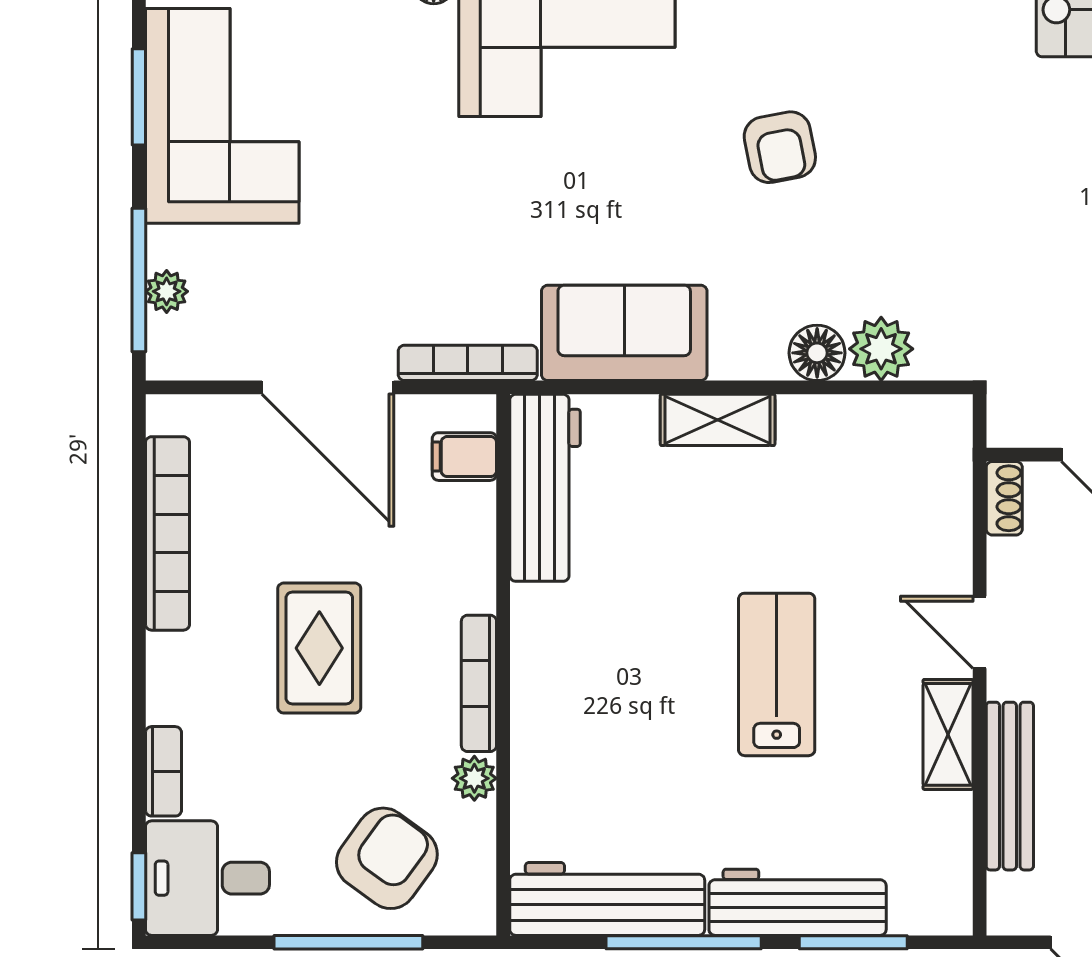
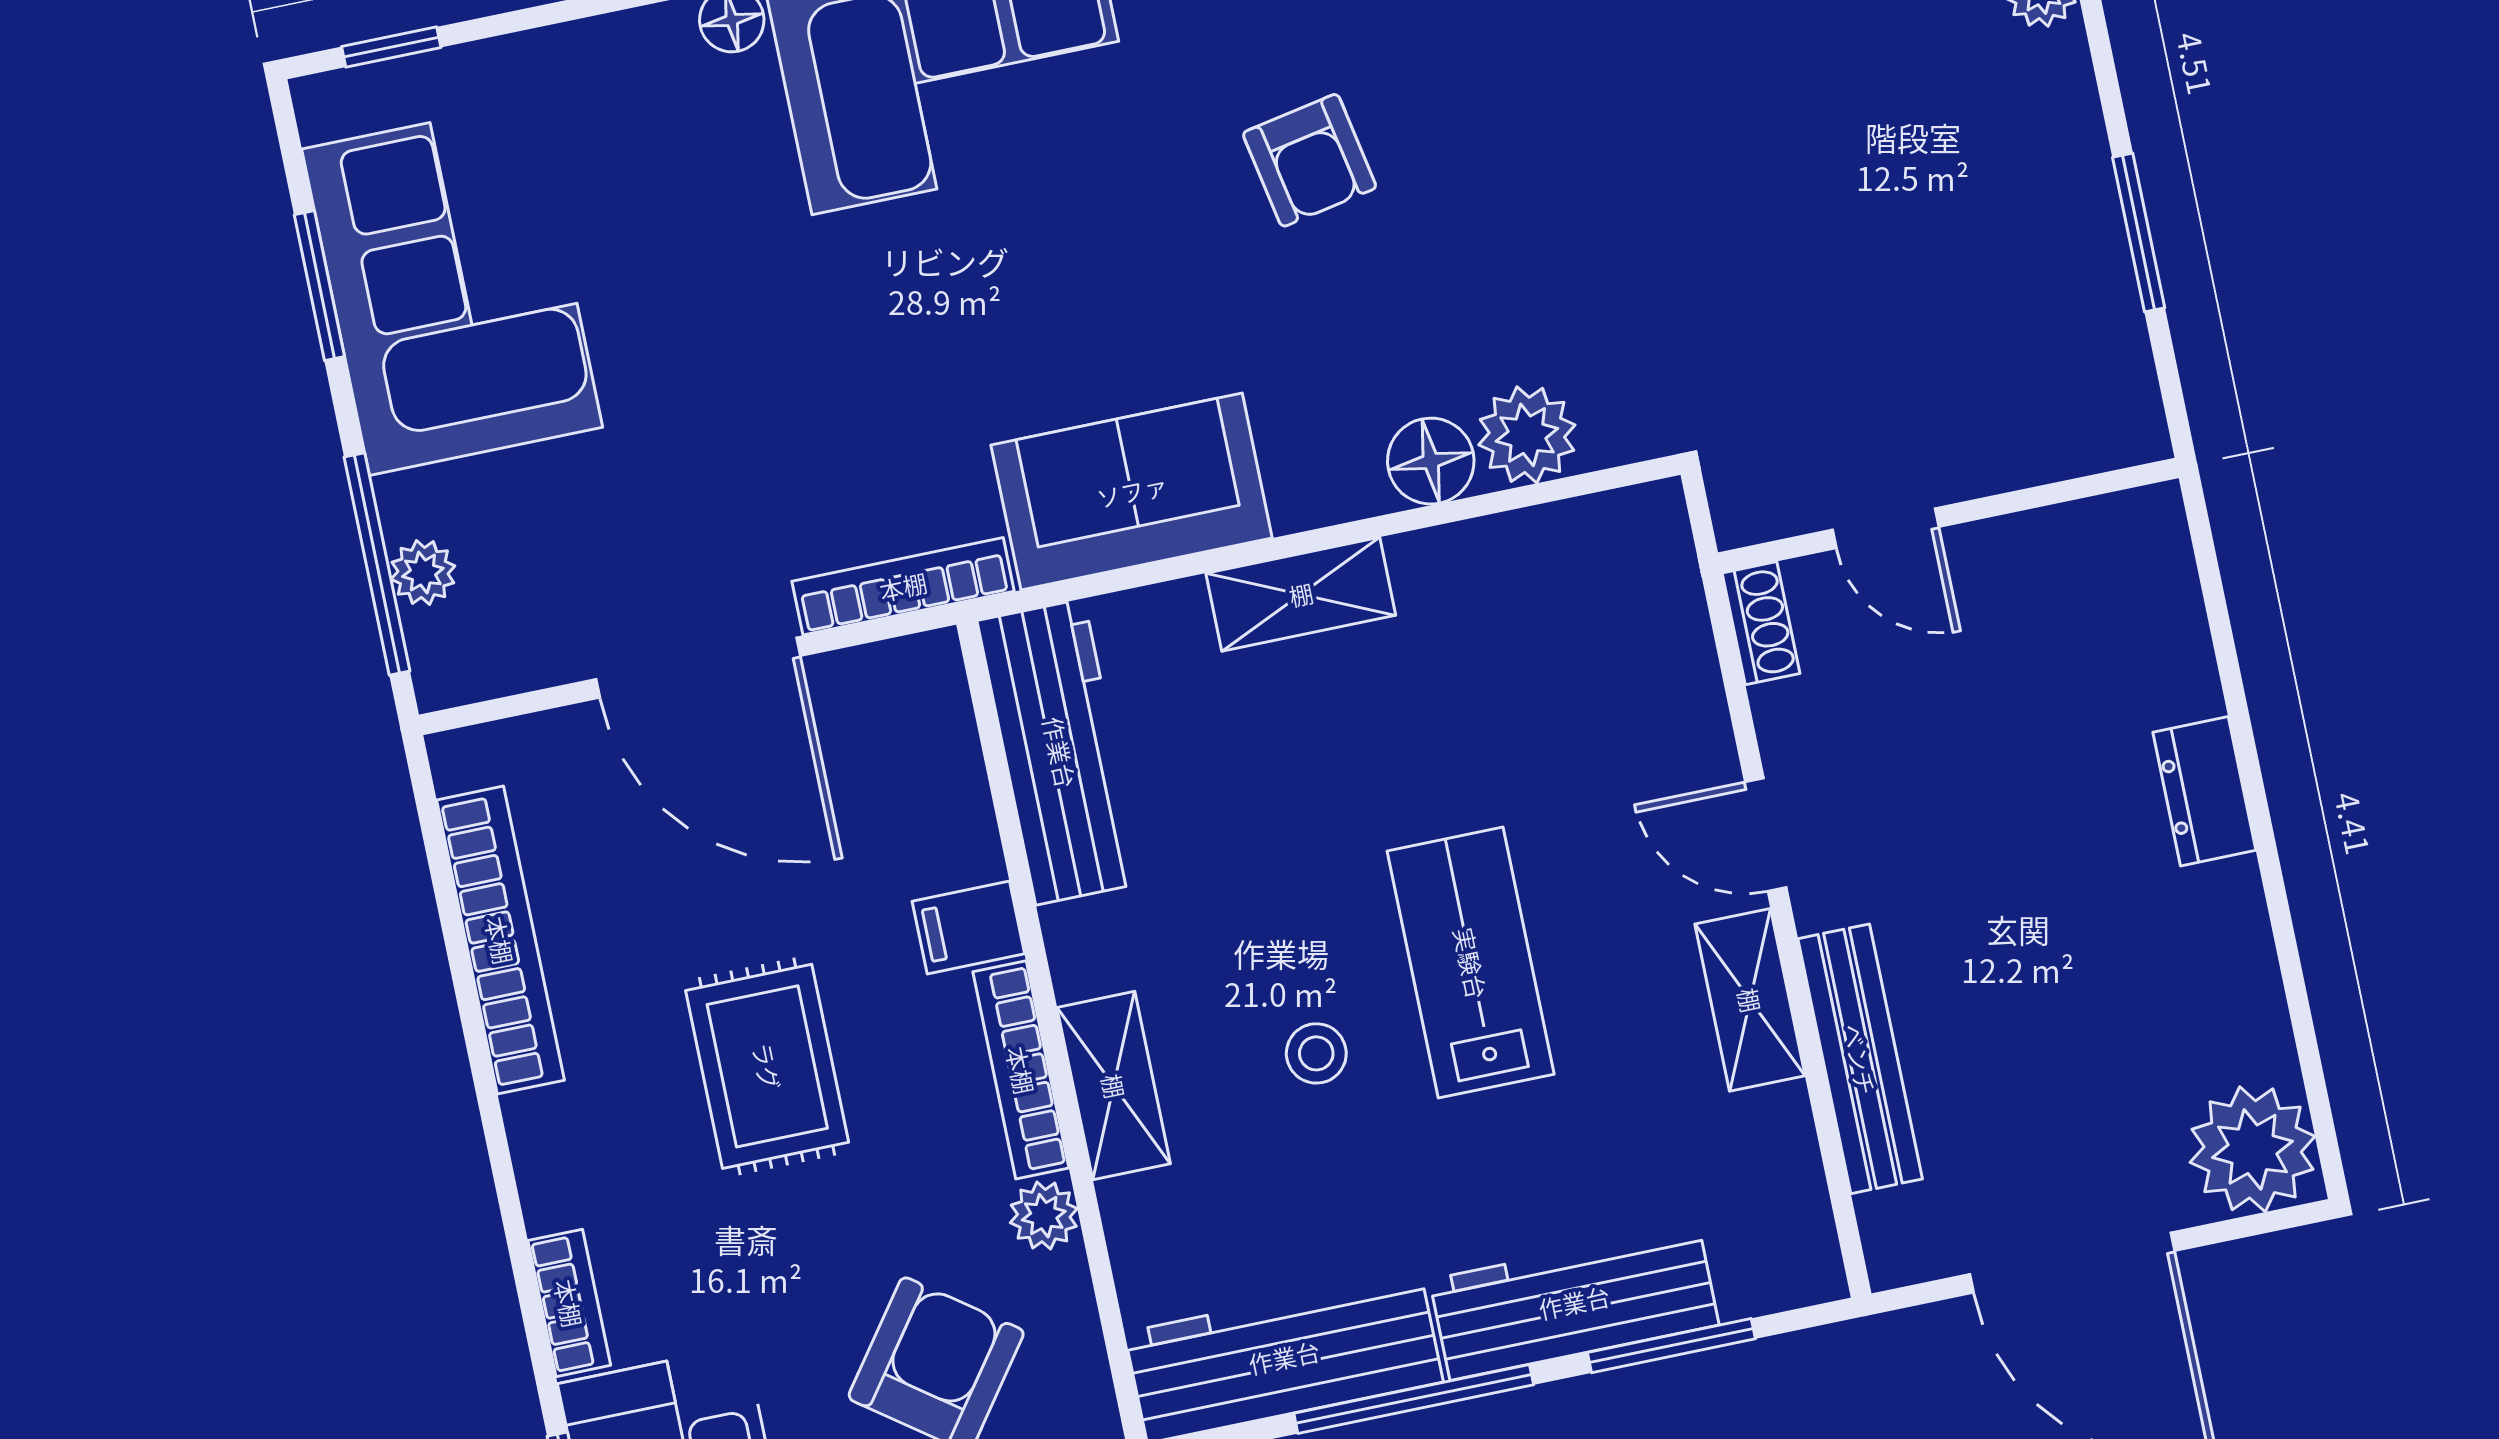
filing cabinet: (464, 457) -> (968, 927), moved
shelving: (535, 705) -> (1114, 1086), added
stool: (667, 712) -> (1316, 1053), added

